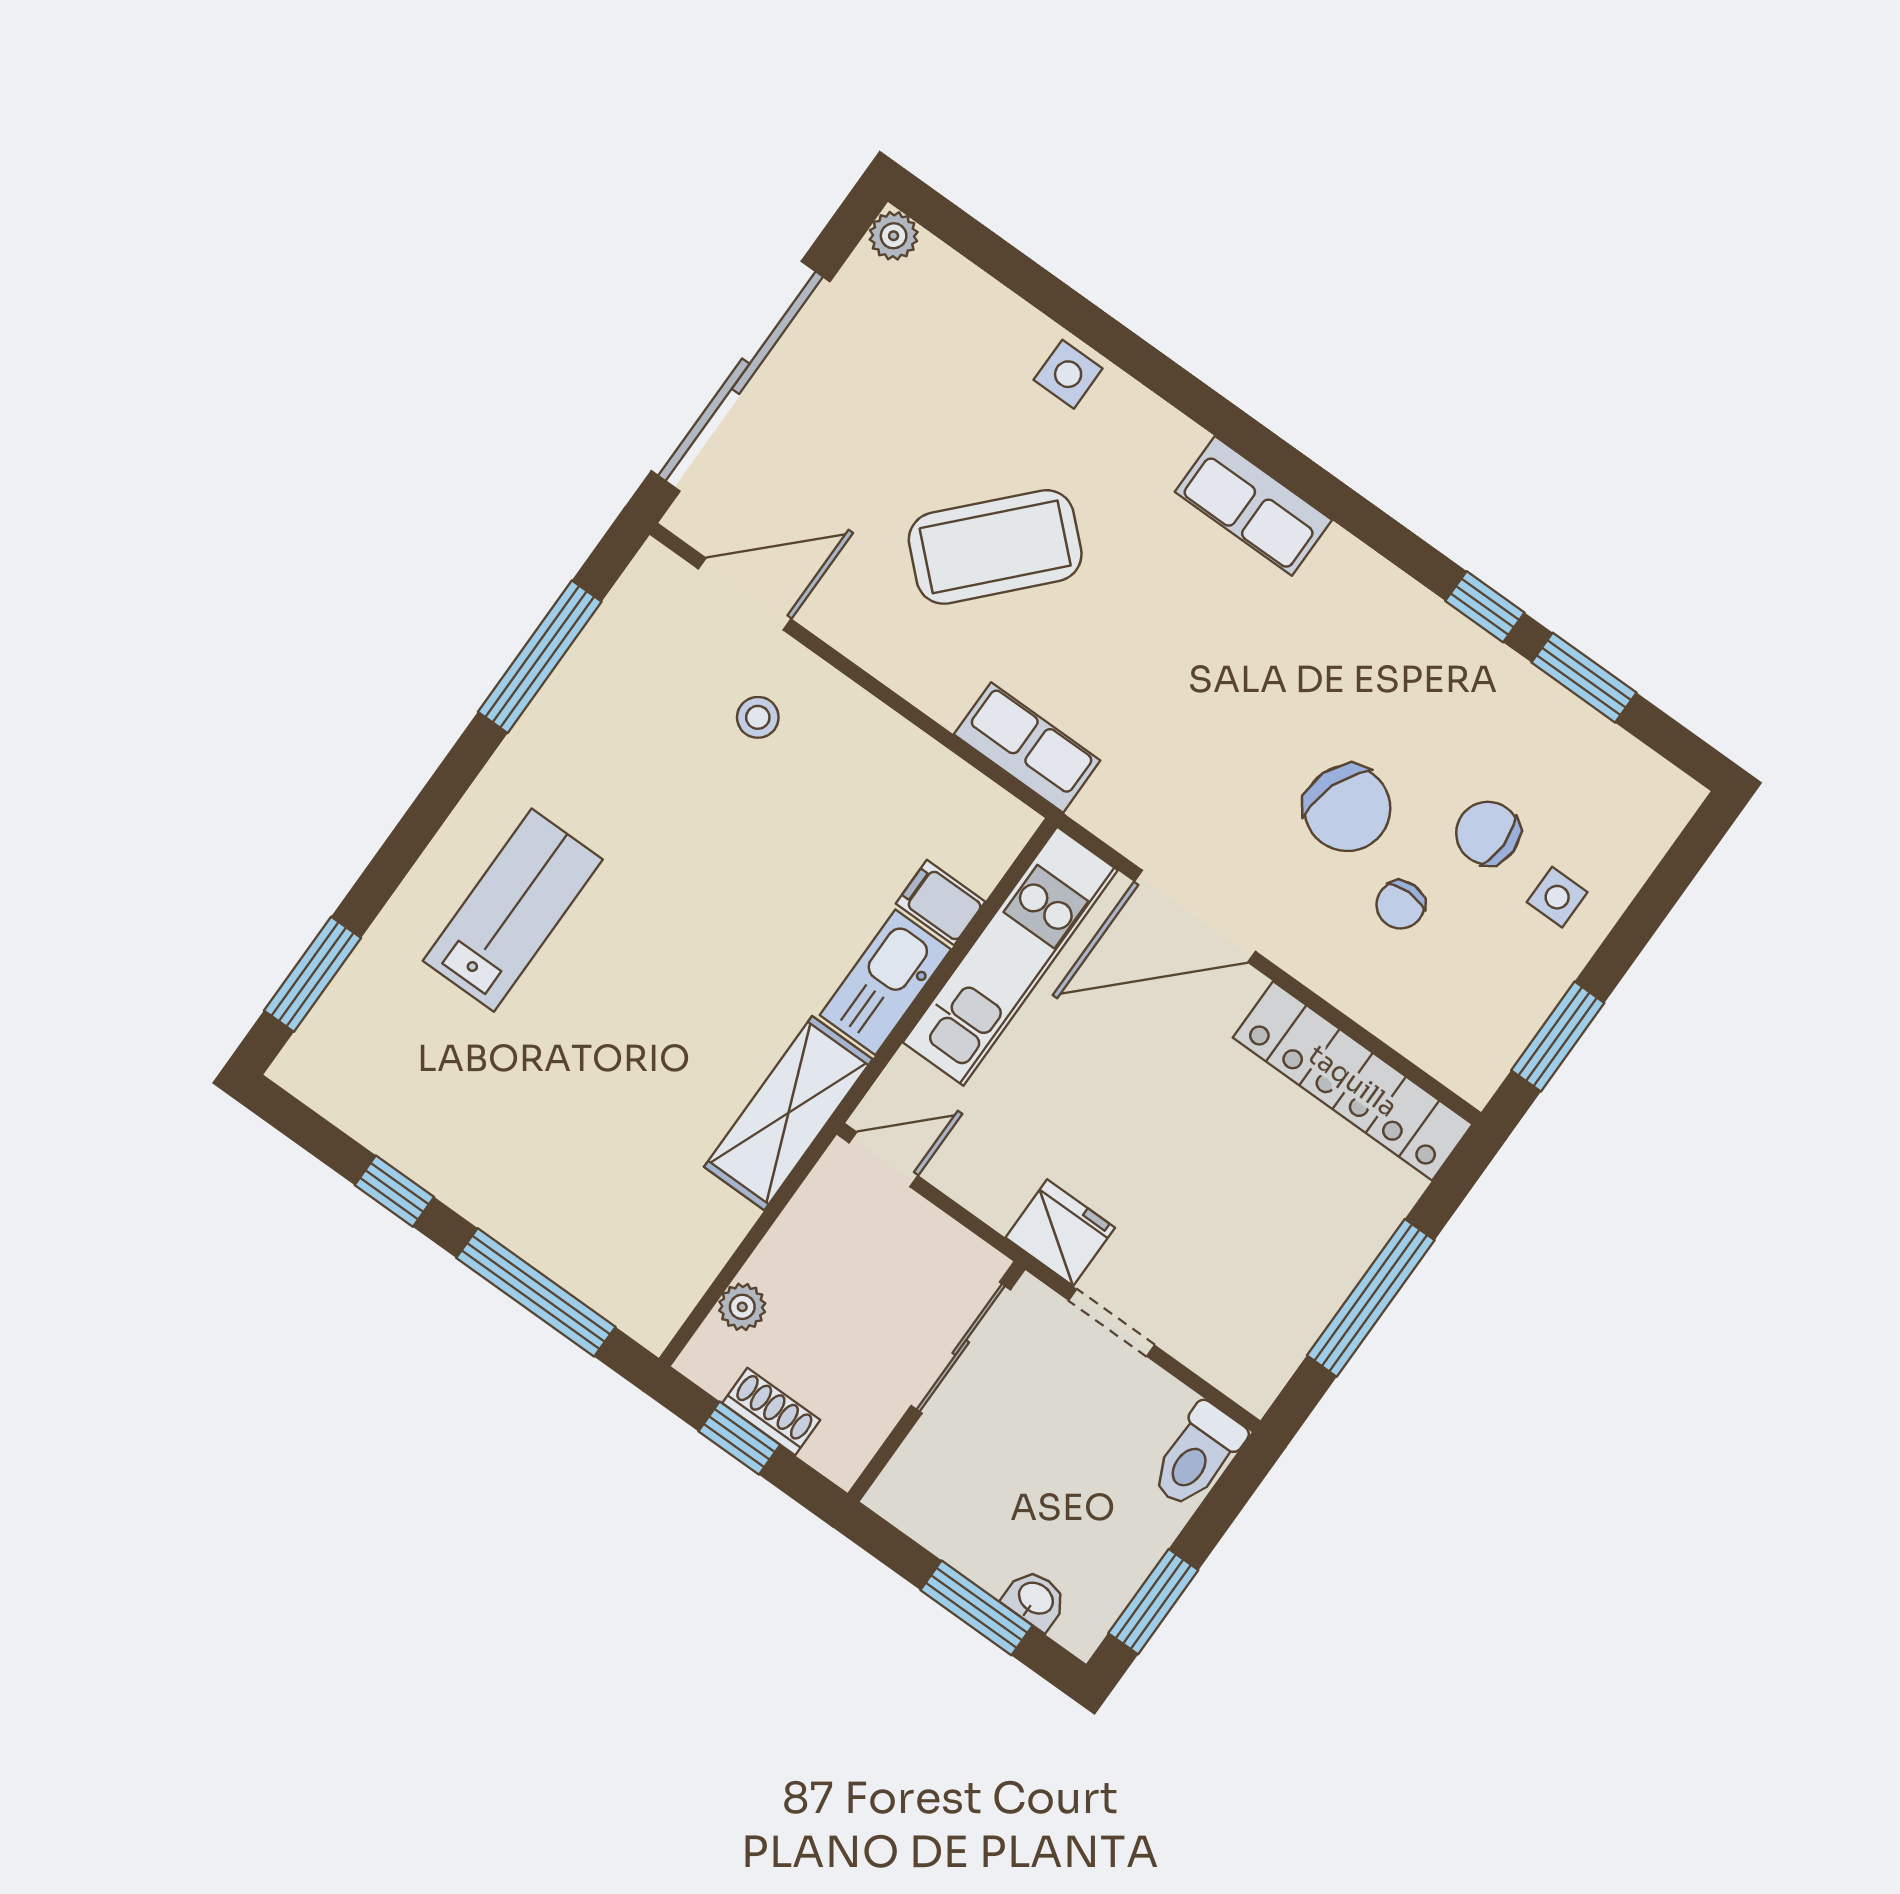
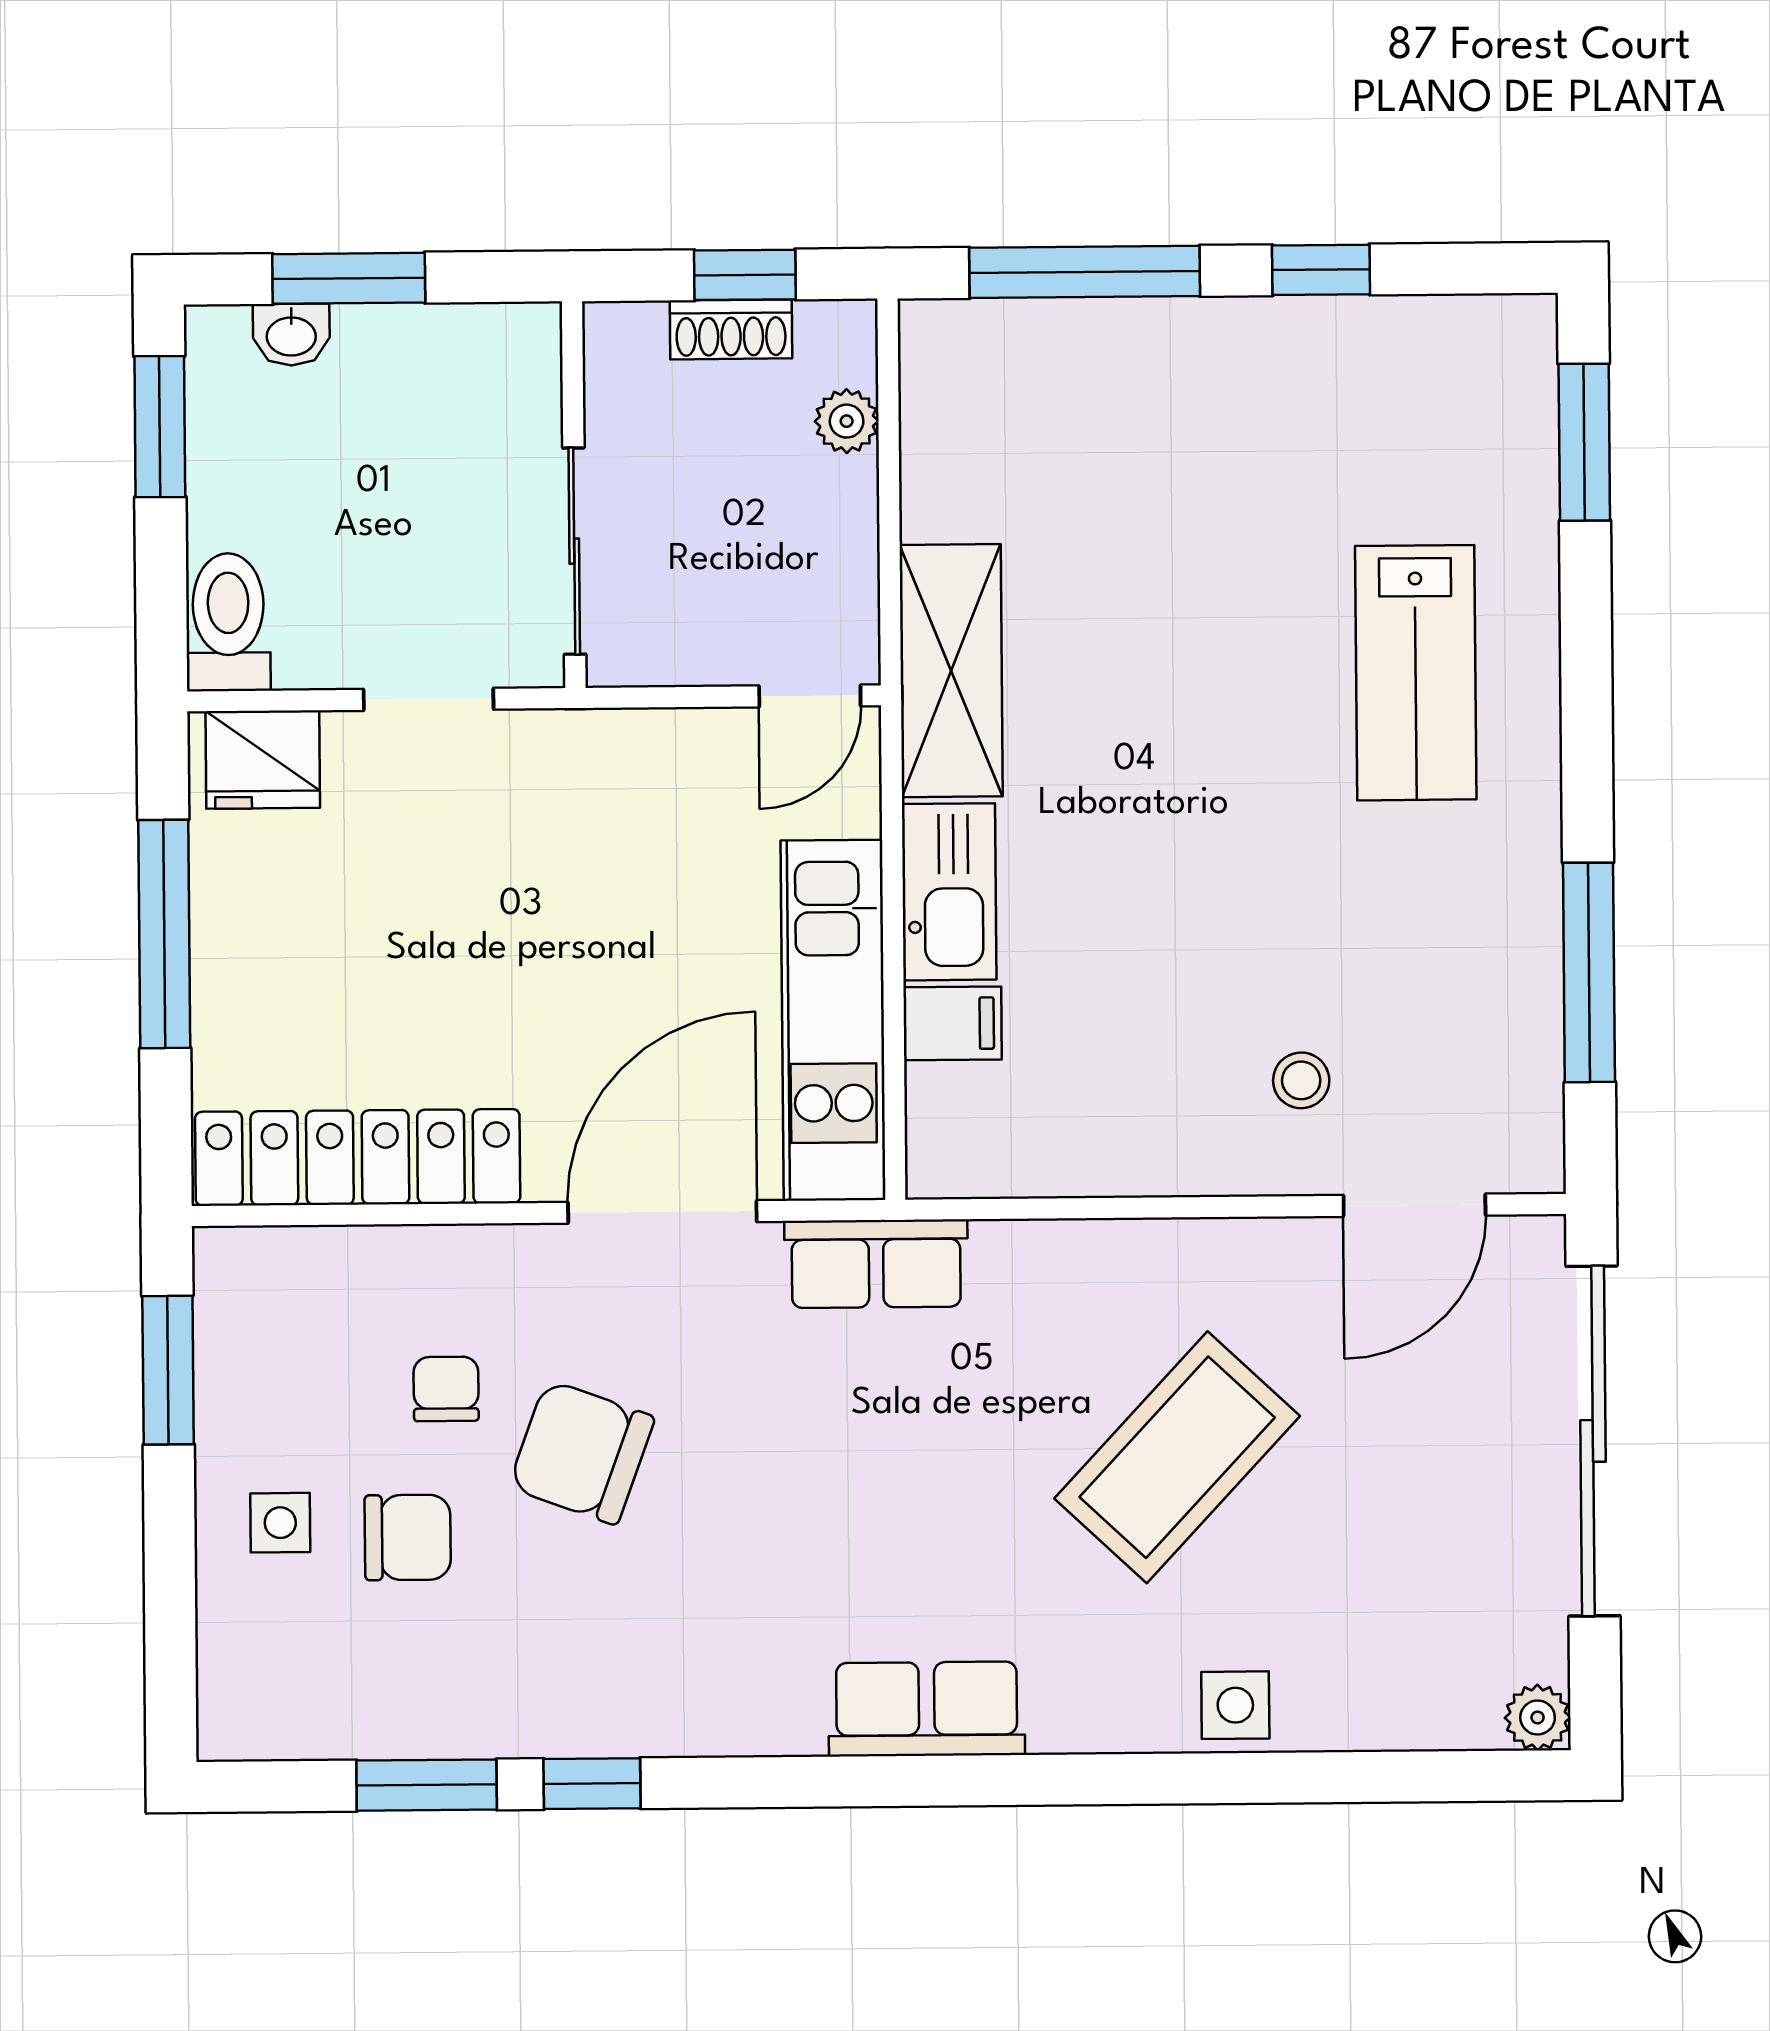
row of seats: (1027, 747) -> (876, 1264), moved
fridge: (1060, 1233) -> (263, 760), moved

